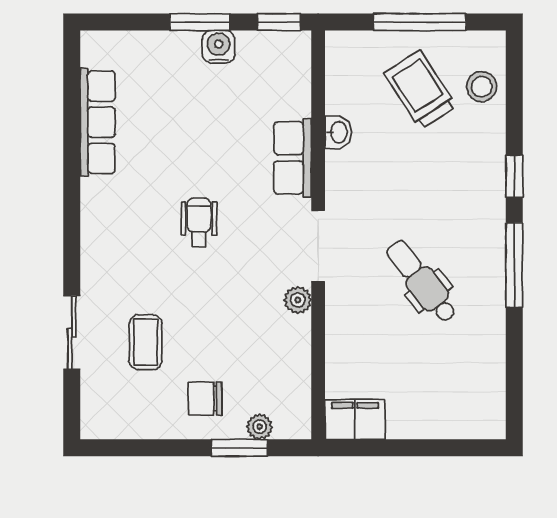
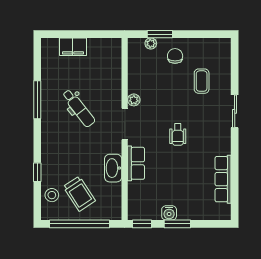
window: (420, 22) -> (79, 224), width x1.46
washbasin: (338, 132) -> (113, 168), width x1.91, depth x1.45
window: (514, 176) -> (37, 172), moved
window: (514, 265) -> (37, 100), moved
sliding door: (72, 333) -> (235, 111), moved
chair: (205, 399) -> (175, 56), turned -90
filing cabinet: (355, 419) -> (73, 47), moved

